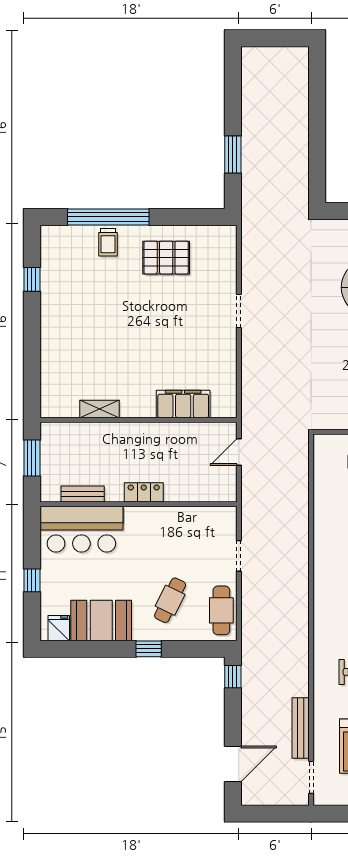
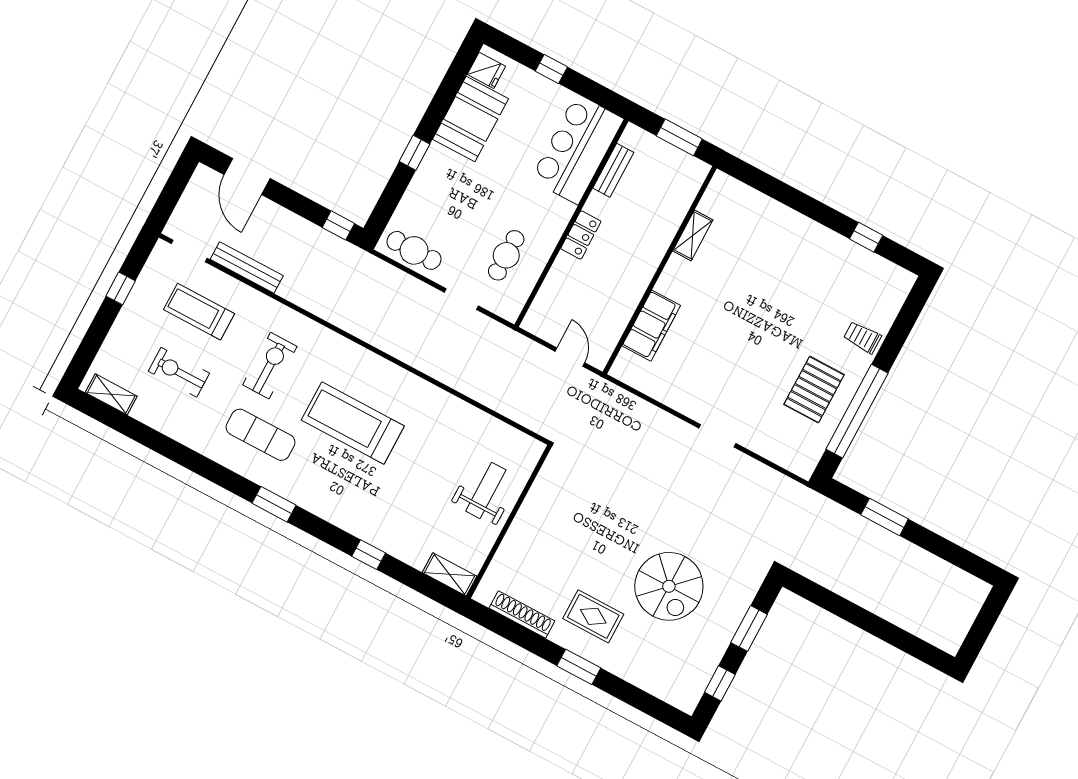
window: (108, 217) -> (857, 411), moved
cafe table: (170, 600) -> (506, 255), moved, turned 64

